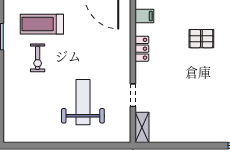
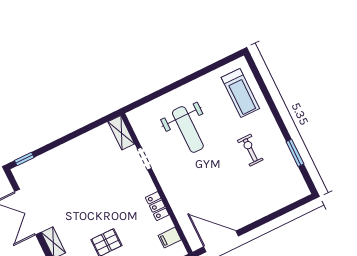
treadmill: (42, 24) -> (240, 93), moved, turned 90

